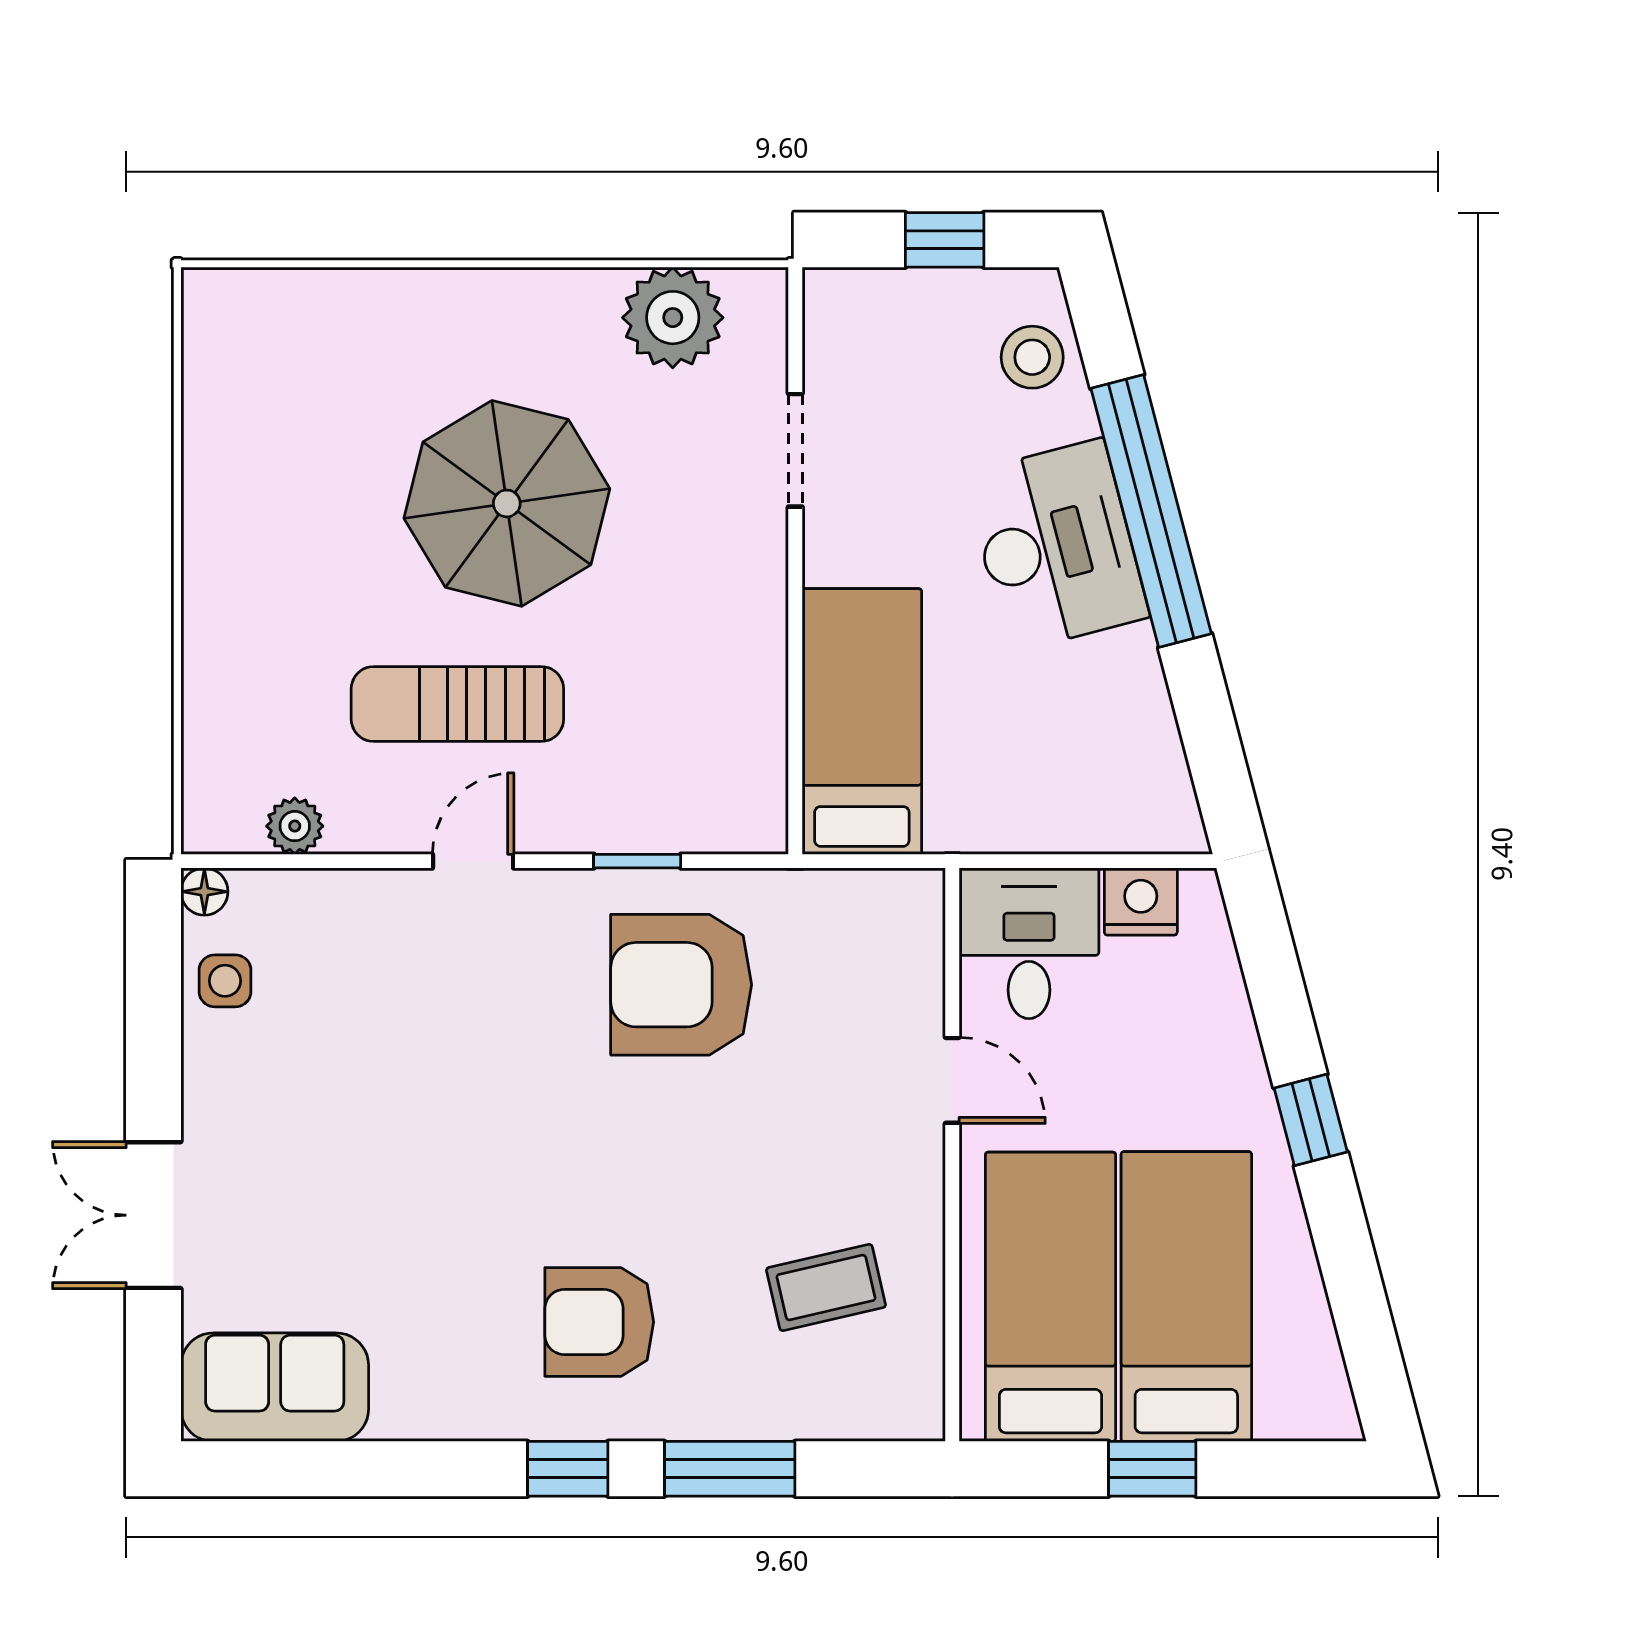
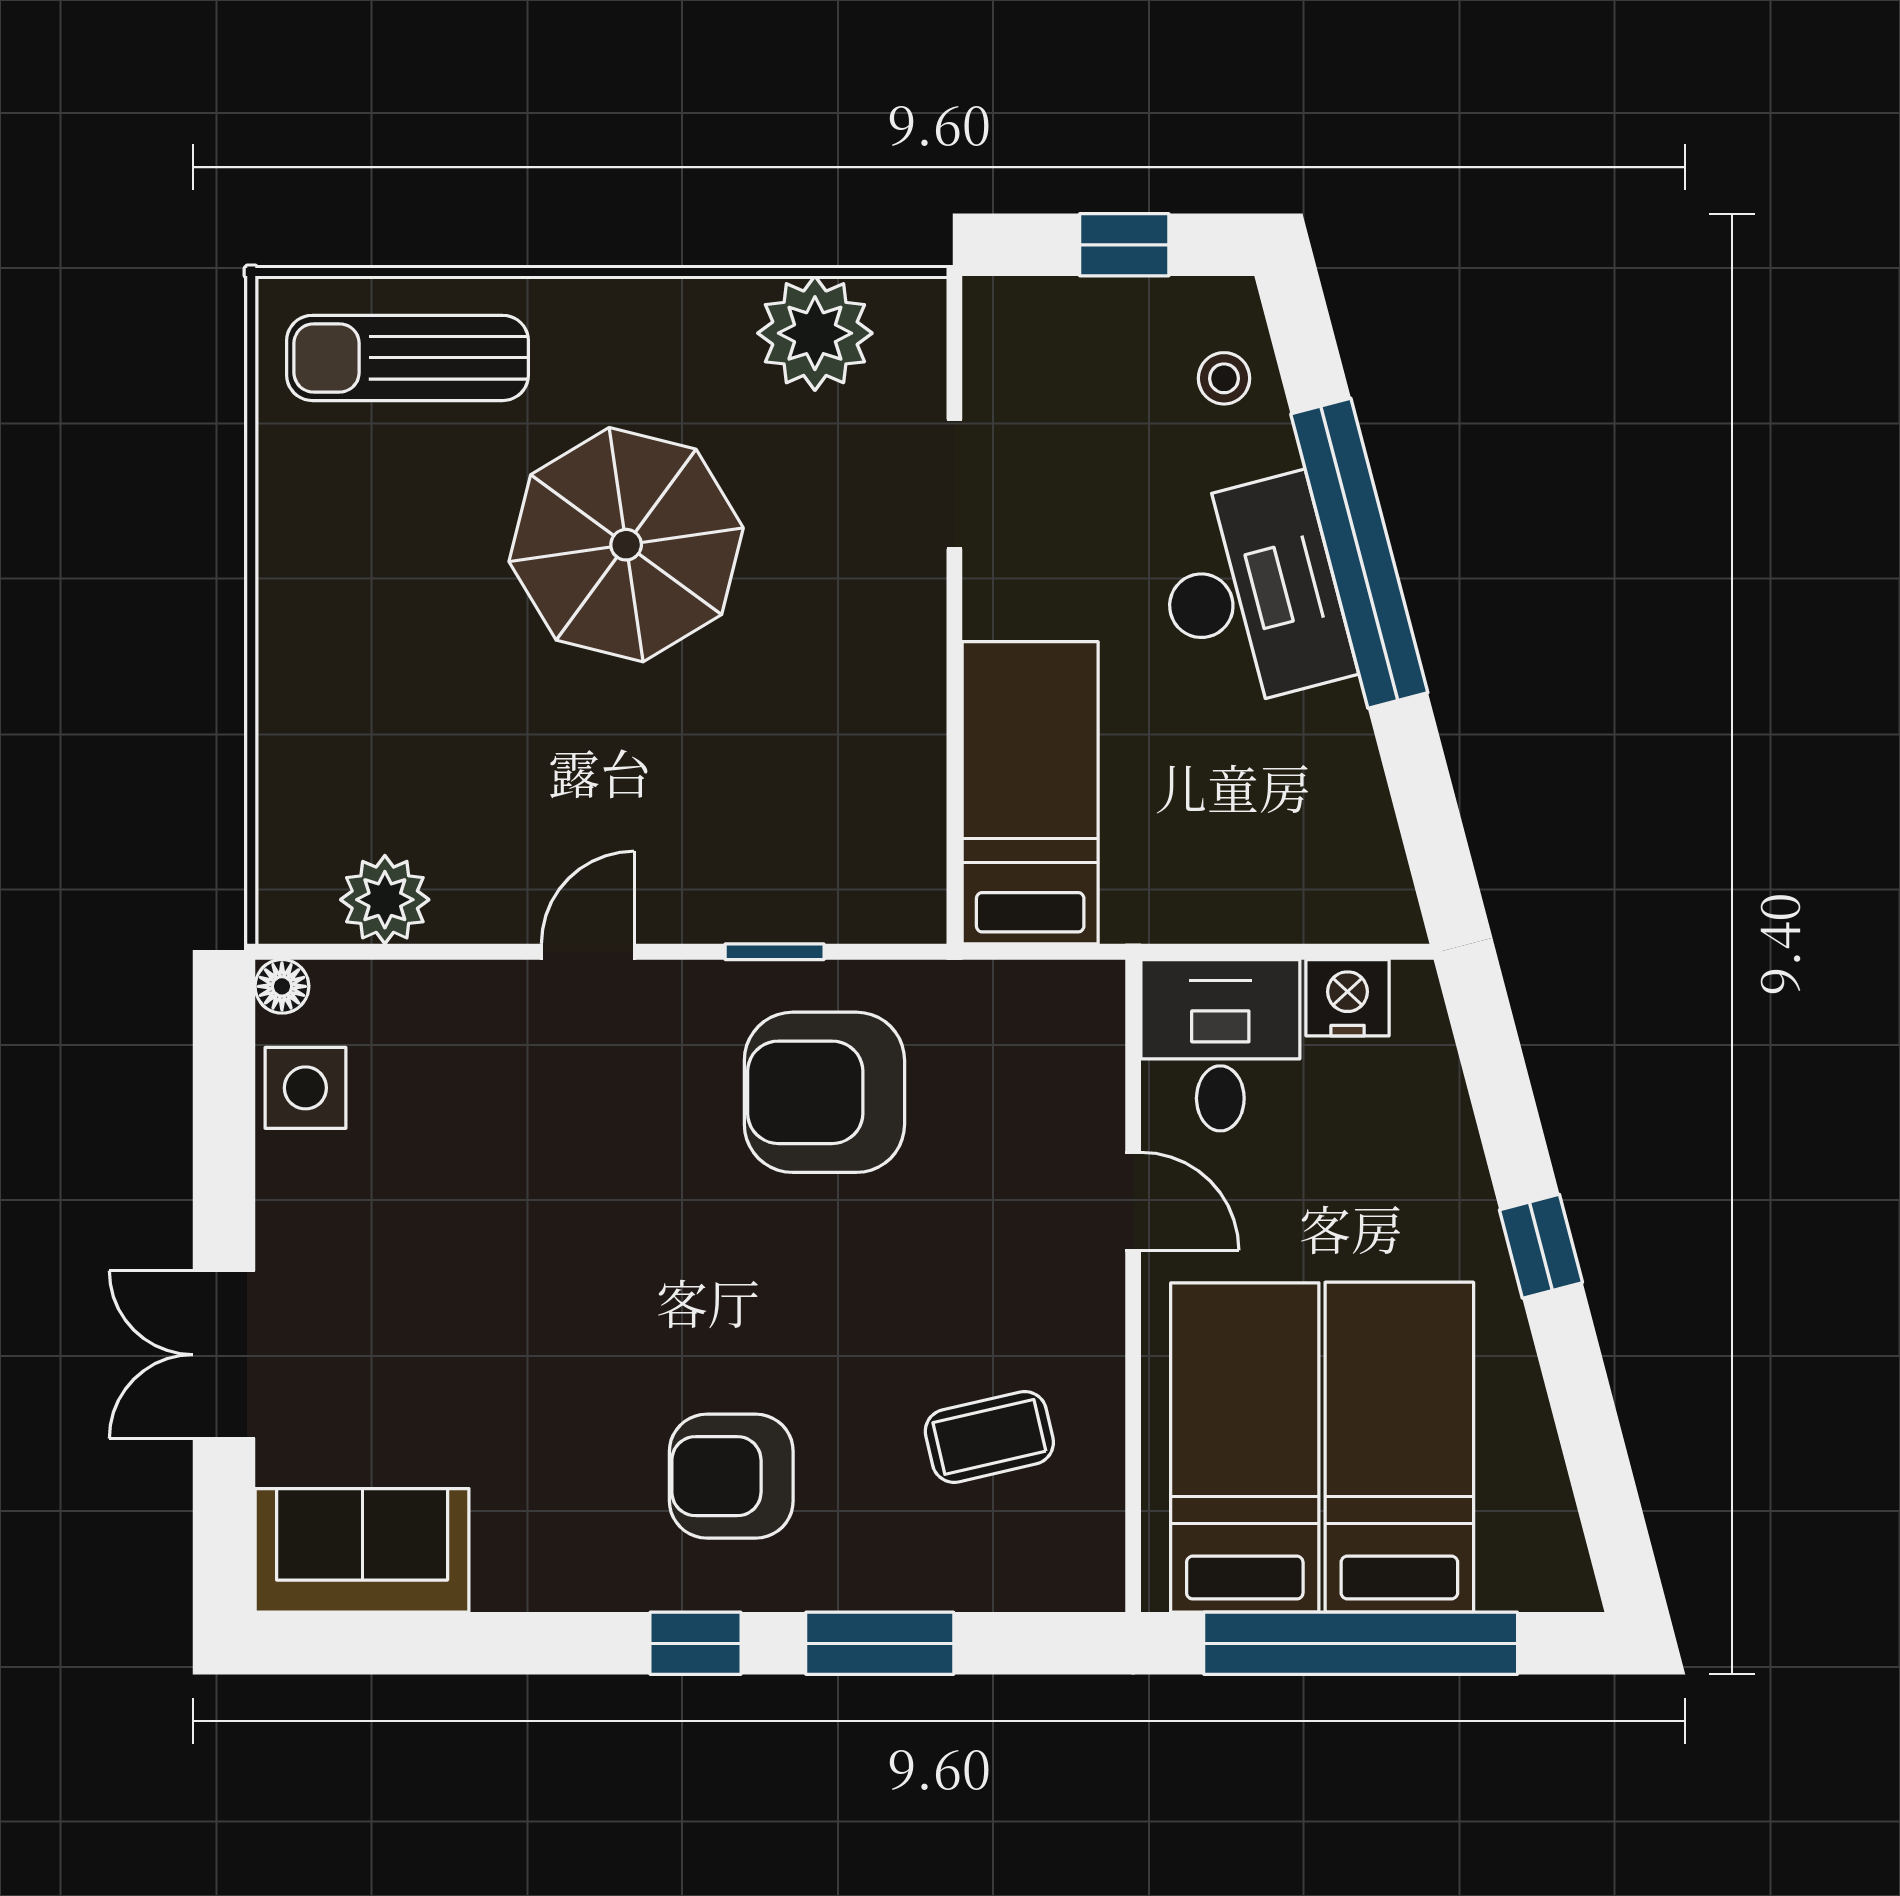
stool: (1032, 357) -> (1224, 378), width x0.73, depth x0.73
sun lounger: (457, 704) -> (408, 358), moved
plant: (295, 826) -> (385, 900), width x1.38, depth x1.38
side table: (225, 981) -> (305, 1088), width x1.37, depth x1.37
window: (1152, 1469) -> (1361, 1643), width x3.17

